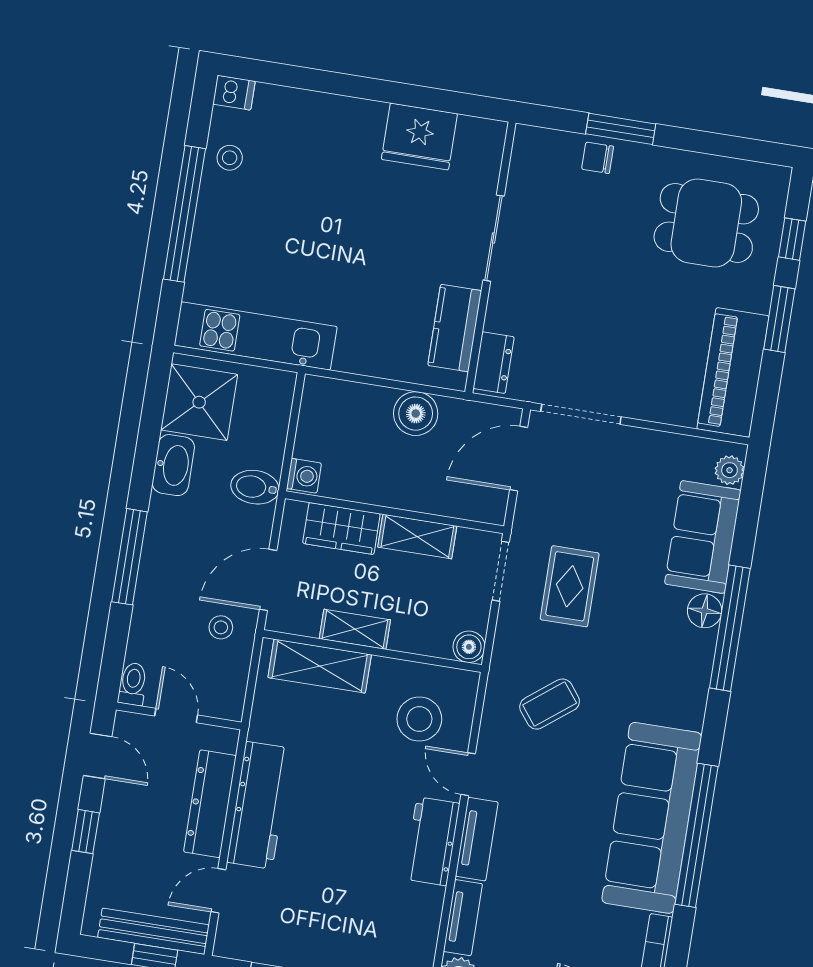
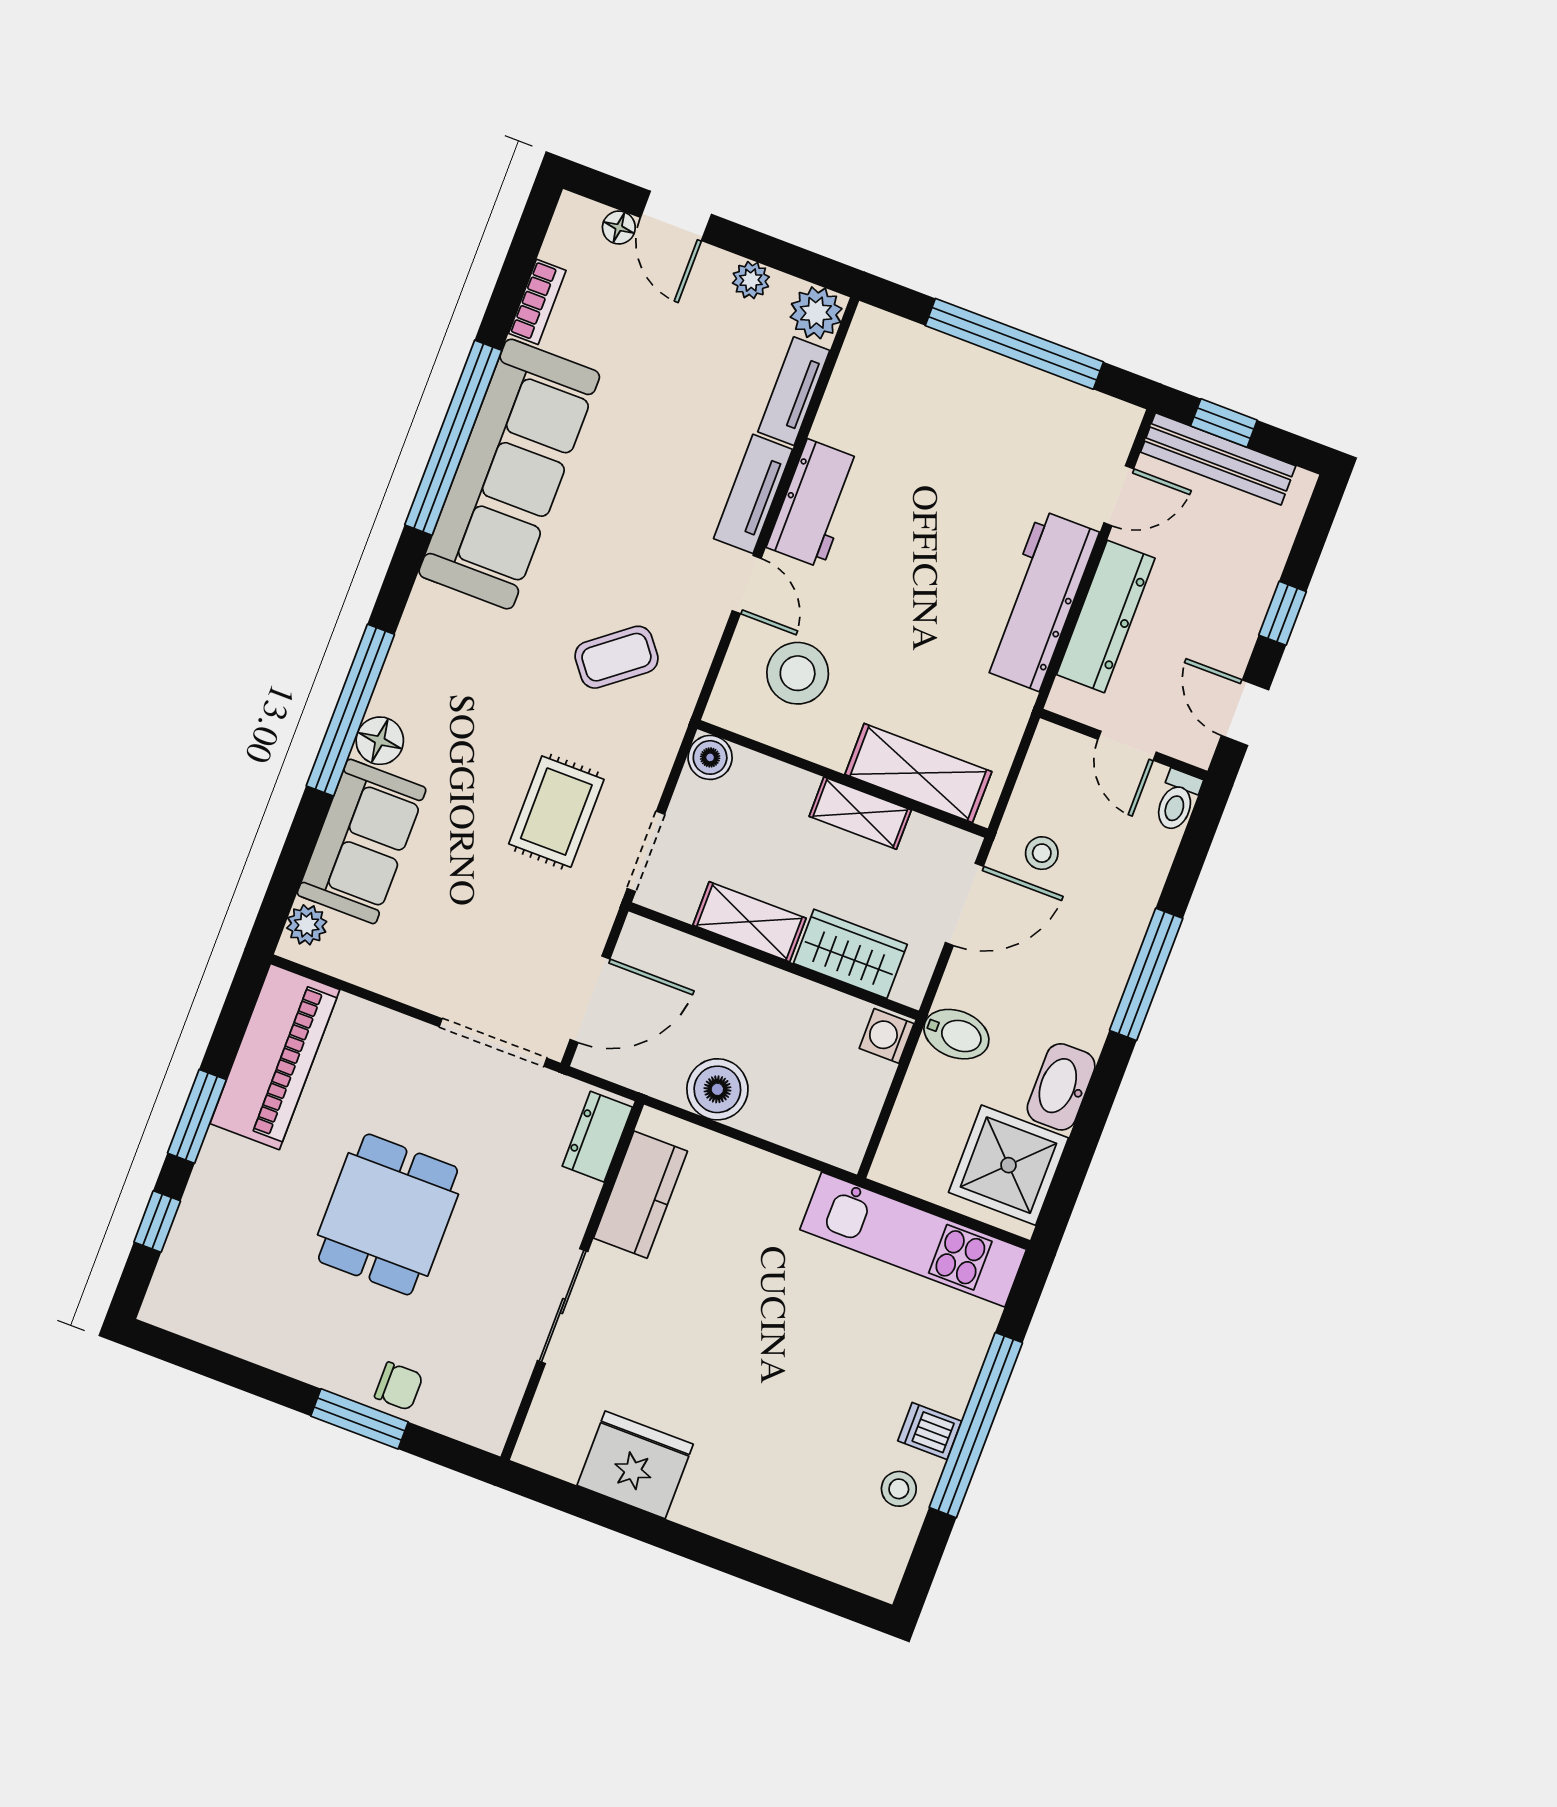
dishwasher: (234, 93) -> (930, 1431), moved
dining table: (706, 223) -> (388, 1214), moved, turned 90

